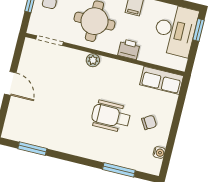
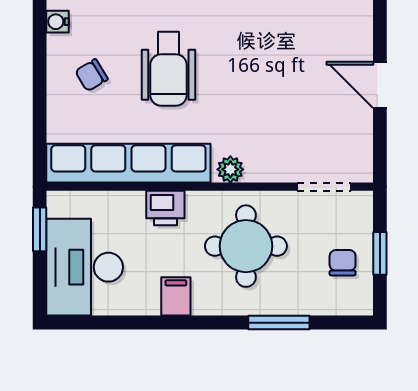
window: (198, 30) -> (40, 229), moved
row of seats: (162, 80) -> (128, 163), width x2.02
wheelchair: (111, 116) -> (168, 69), turned 90

